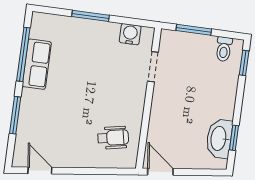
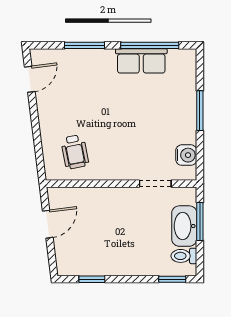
washbasin: (219, 139) -> (184, 226), moved, turned -90
door: (160, 172) -> (48, 224), moved

